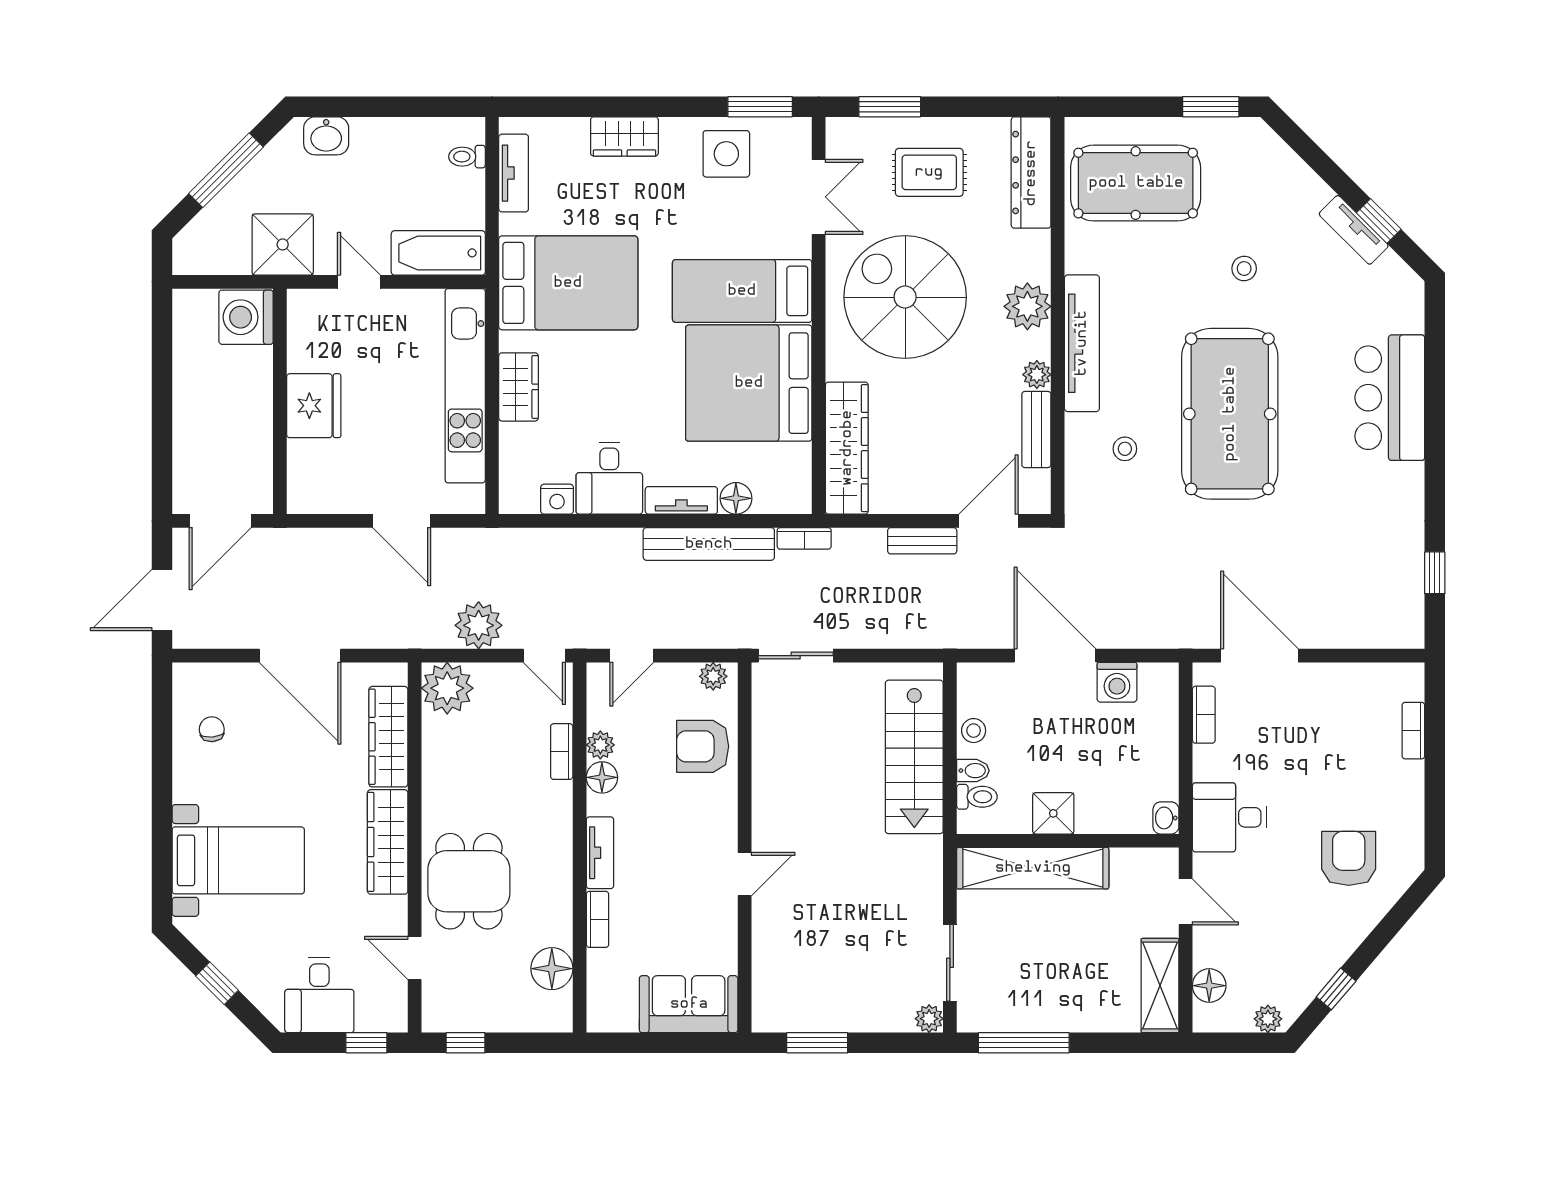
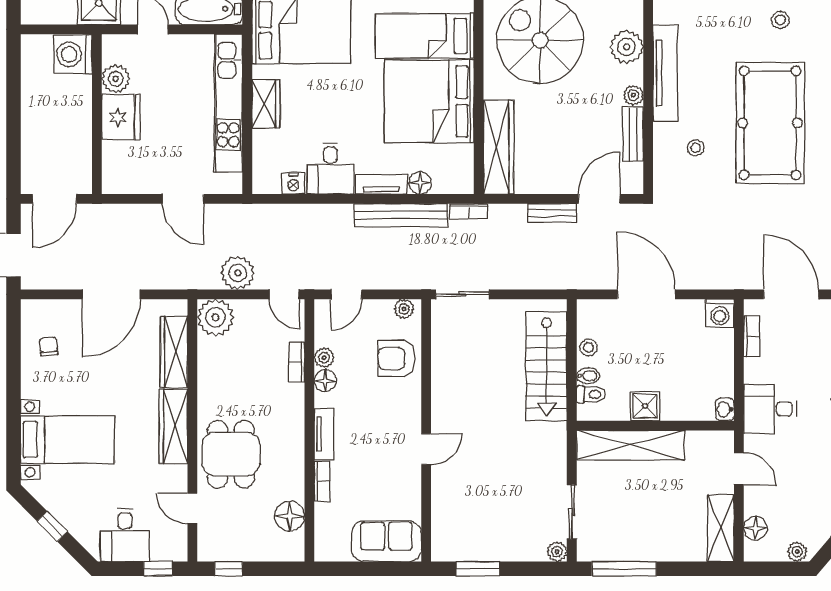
plant: (306, 351) -> (116, 79), added
door: (300, 656) -> (111, 294), hinge flipped
washing machine: (1117, 682) -> (720, 313), moved

